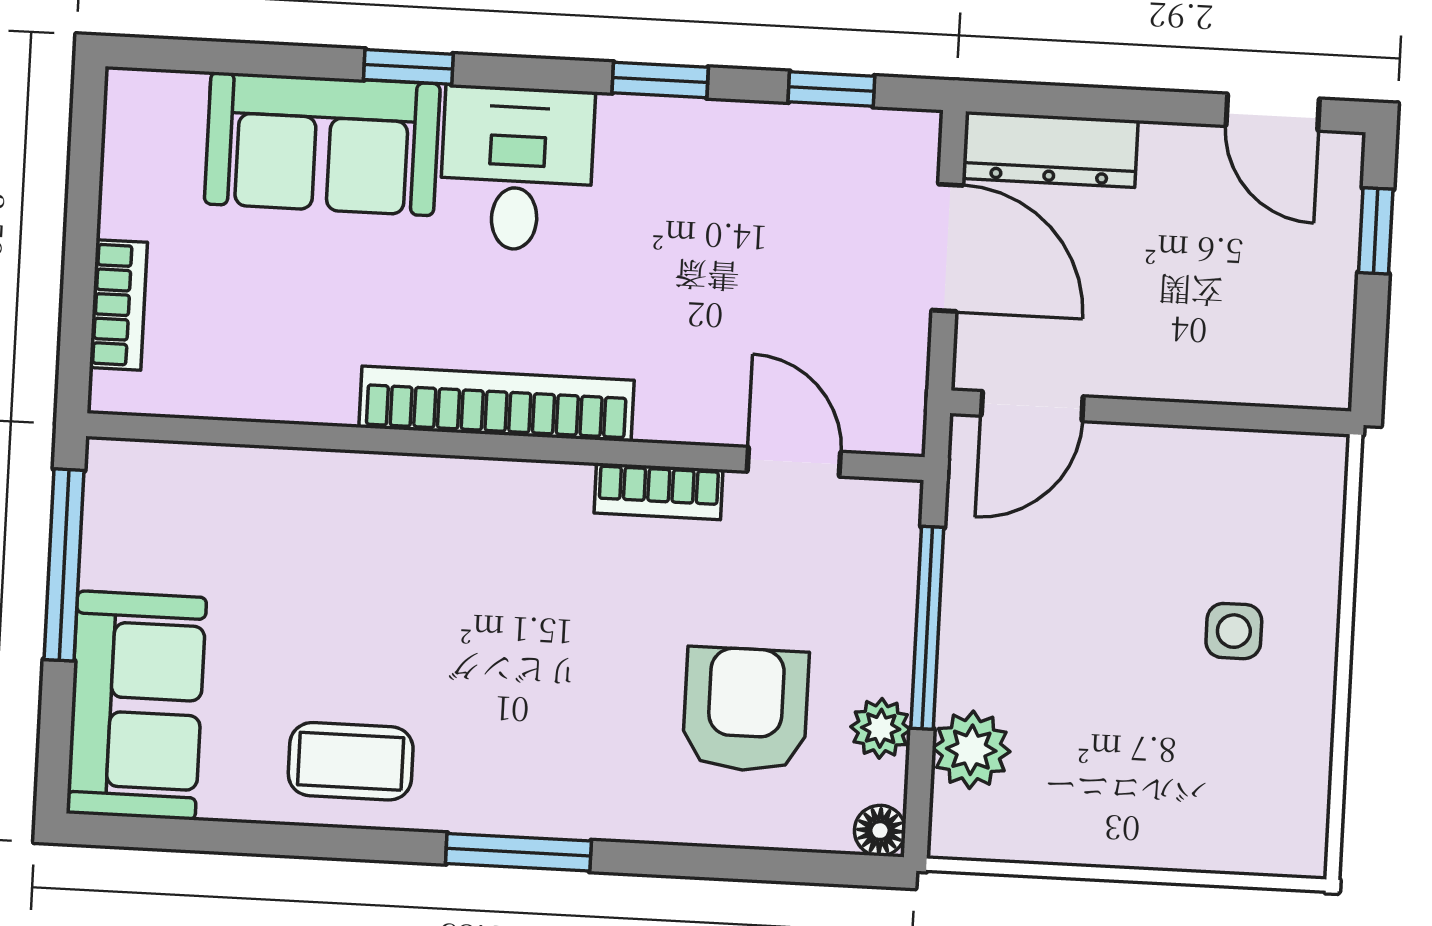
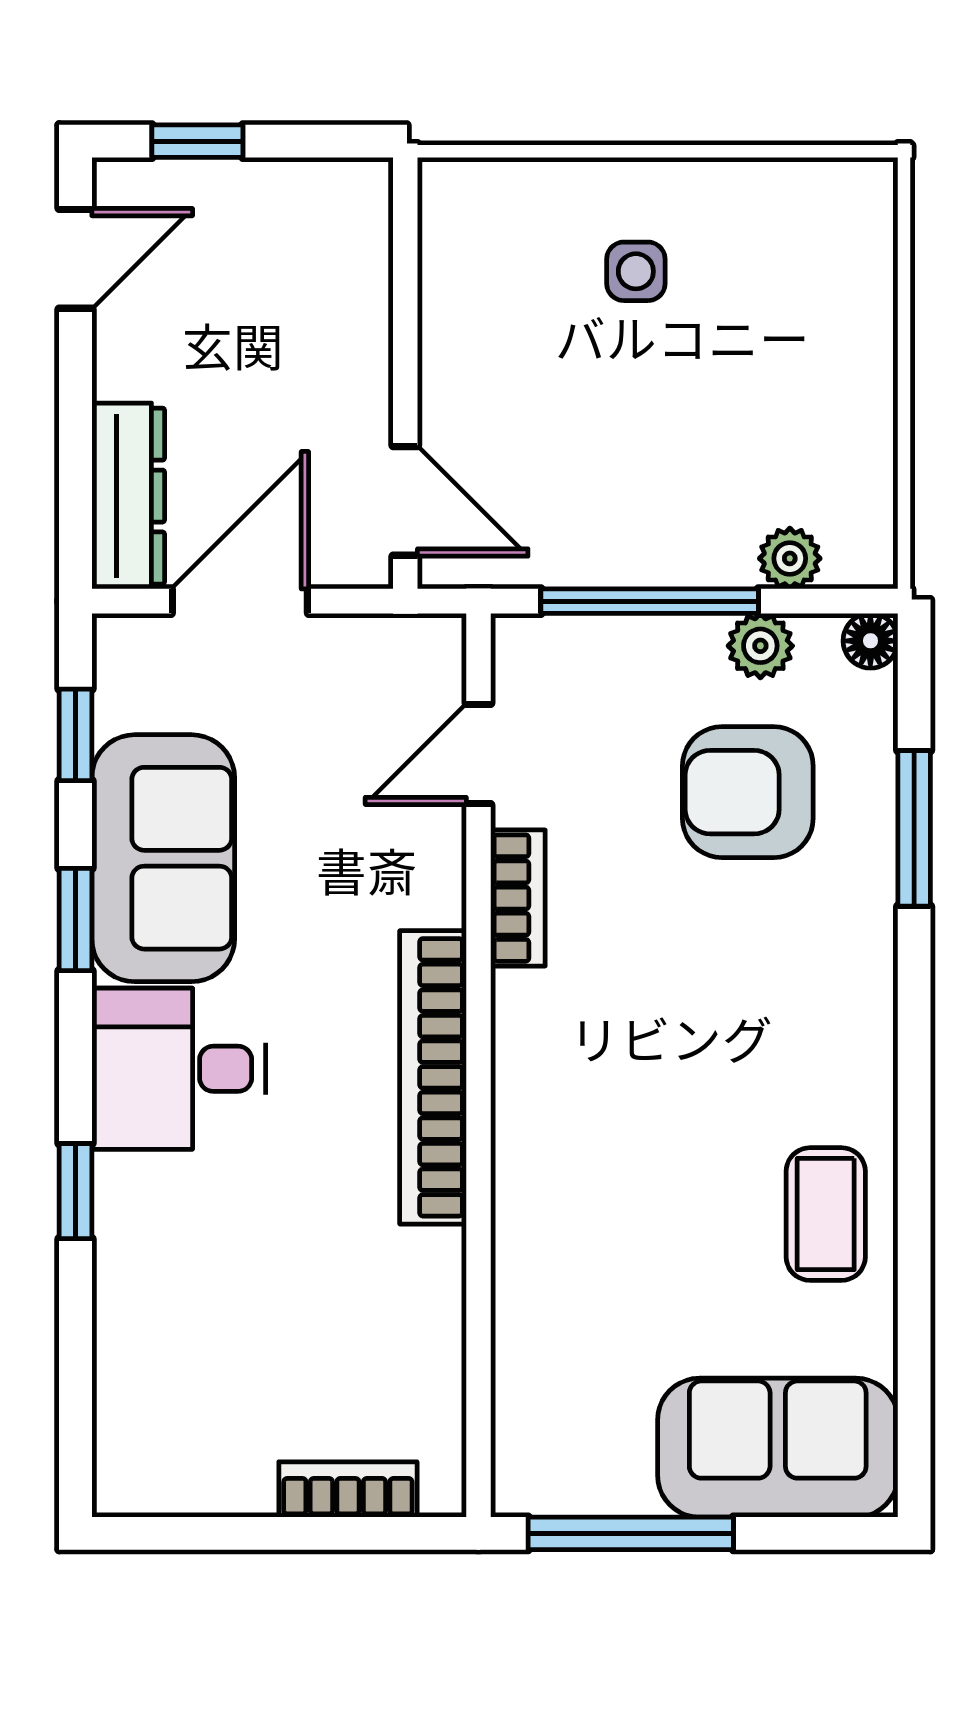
sofa: (322, 144) -> (163, 858), moved
plant: (971, 750) -> (790, 558), width x0.73, depth x0.73
window: (518, 852) -> (914, 828), moved

